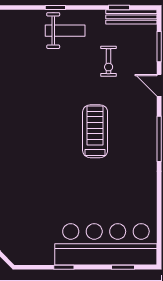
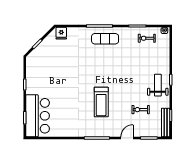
weight bench: (65, 31) -> (158, 85), turned 180
treadmill: (95, 131) -> (101, 102), turned 90
bar counter: (106, 244) -> (38, 116), width x0.73

